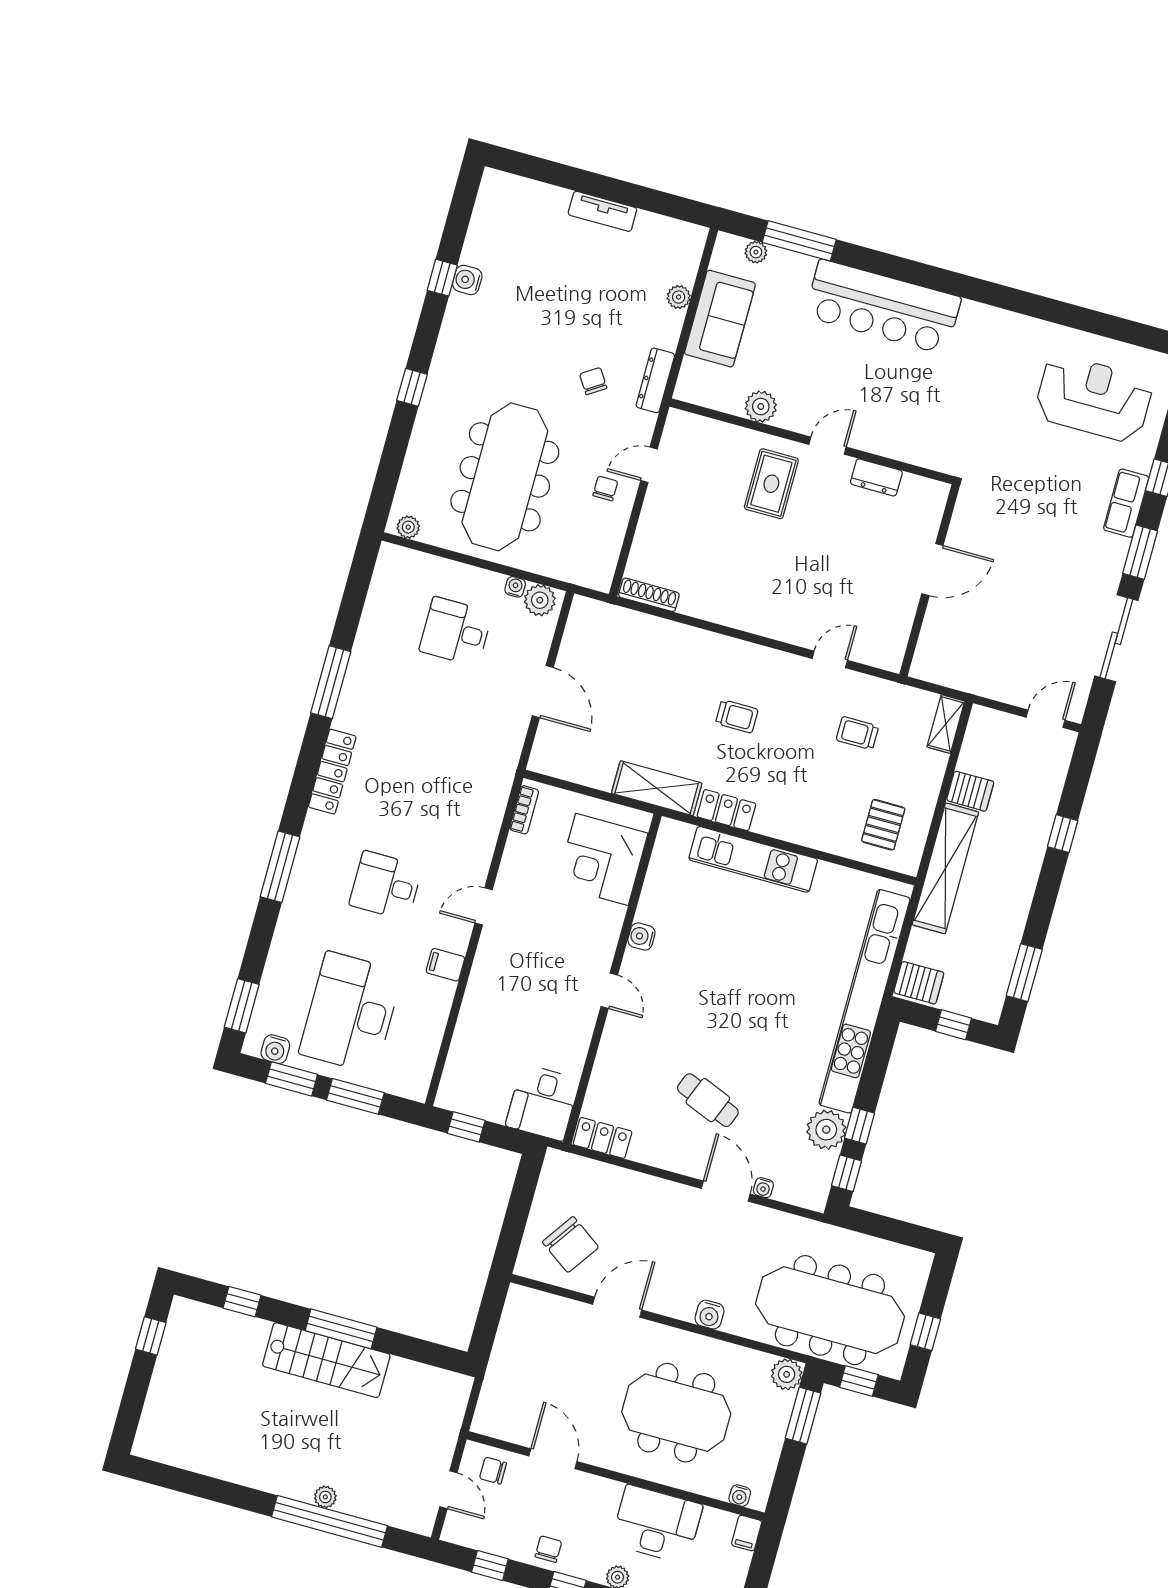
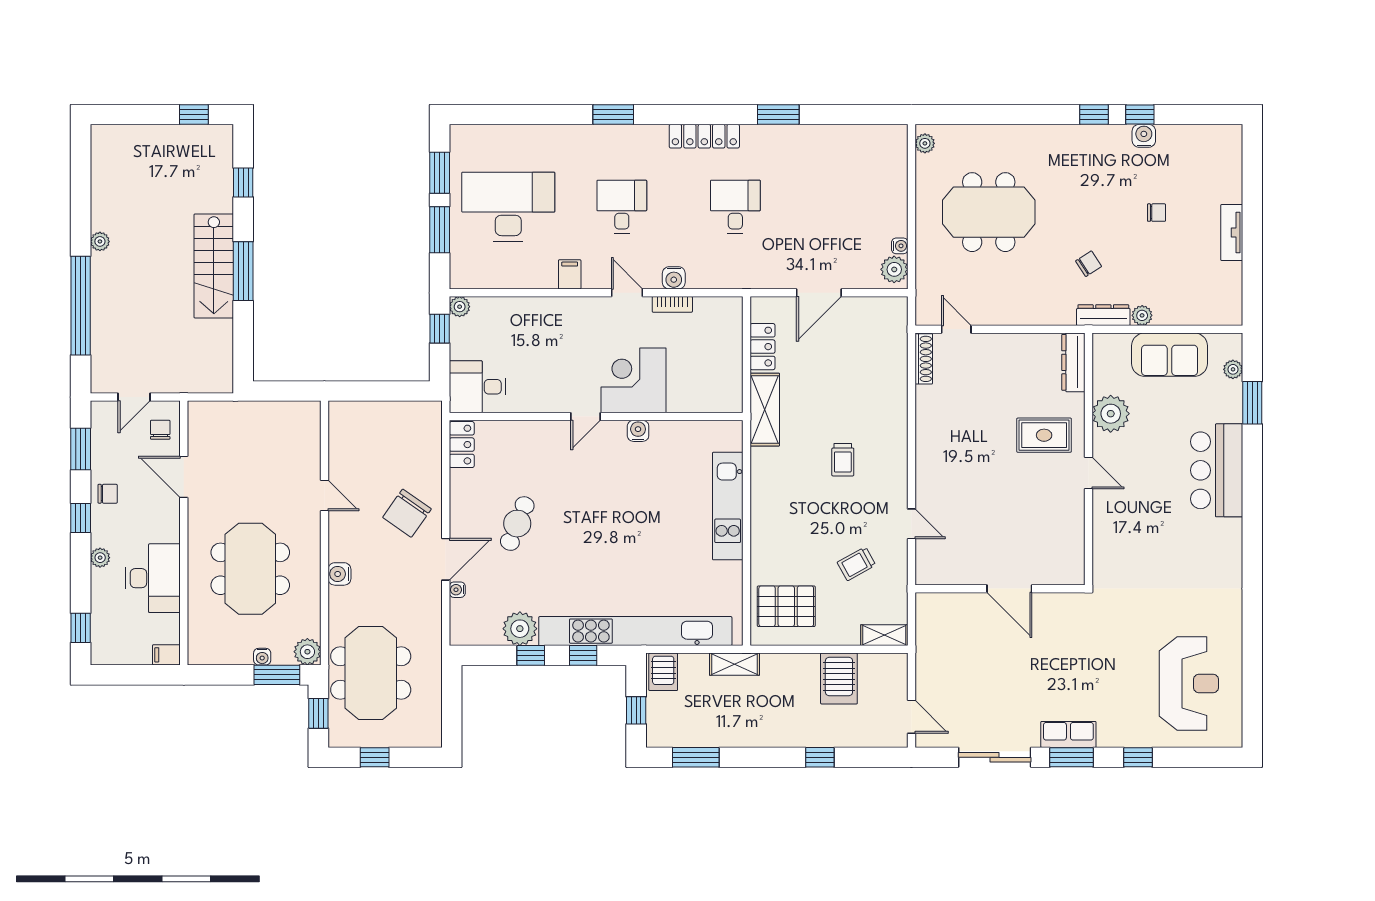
window: (799, 241) -> (1252, 403), width x0.69
plant: (679, 297) -> (1142, 315), moved
bar counter: (883, 307) -> (1217, 470), width x0.73
window: (412, 387) -> (1094, 115), moved
plant: (761, 407) -> (1111, 414), width x1.36, depth x1.36
door: (649, 465) -> (956, 329), moved
meeting table: (505, 477) -> (989, 212), width x0.73
dresser: (876, 477) -> (1073, 362), moved, width x1.44
chair: (605, 488) -> (1156, 213), moved
row of seats: (1126, 503) -> (1068, 734), moved
desk: (456, 632) -> (735, 207), moved
window: (331, 682) -> (778, 115), width x0.69
trolley: (857, 733) -> (856, 564), turned -119
server rack: (970, 791) -> (839, 679), width x1.36, depth x1.44
bookcase: (524, 810) -> (672, 304), moved
locker: (726, 810) -> (763, 347), moved
pallet: (883, 825) -> (786, 606), width x1.50, depth x1.42
corner desk: (602, 859) -> (633, 380), moved
window: (280, 867) -> (613, 115), width x0.69
shelving: (945, 868) -> (734, 664), width x0.45, depth x0.75
window: (242, 1006) -> (489, 115), removed
water cooler: (275, 1049) -> (674, 278), moved, turned -90
plant: (448, 1098) -> (460, 307), added
window: (846, 1173) -> (583, 655), moved
chair: (571, 1245) -> (407, 513), moved
door: (617, 1307) -> (324, 496), width x0.73
meeting table: (830, 1310) -> (371, 673), width x0.73
door: (553, 1459) -> (184, 477), swing flipped
water cooler: (740, 1496) -> (262, 657), moved, turned -90
plant: (325, 1497) -> (100, 241), moved
window: (490, 1565) -> (81, 449), width x1.50

